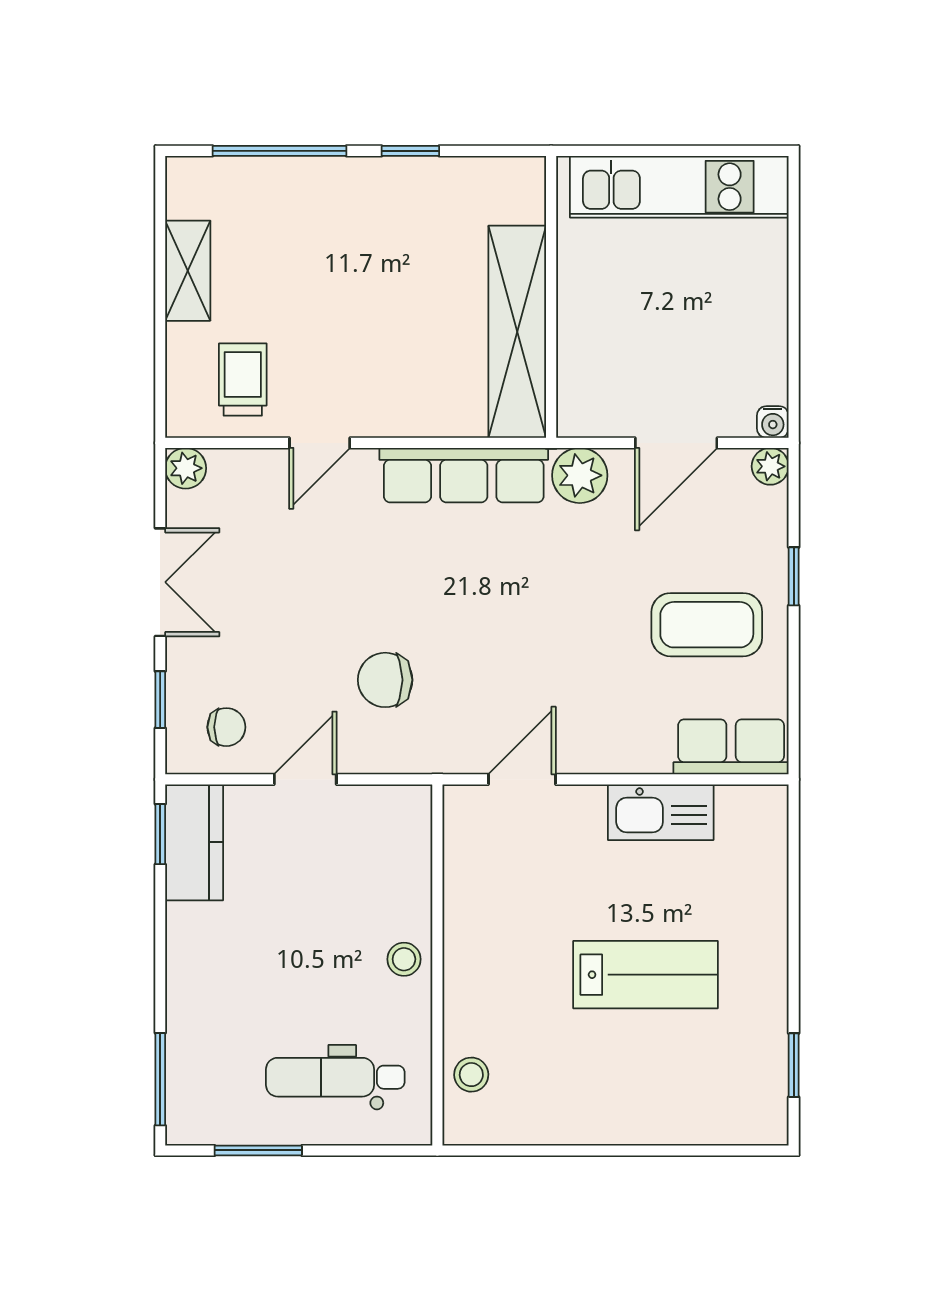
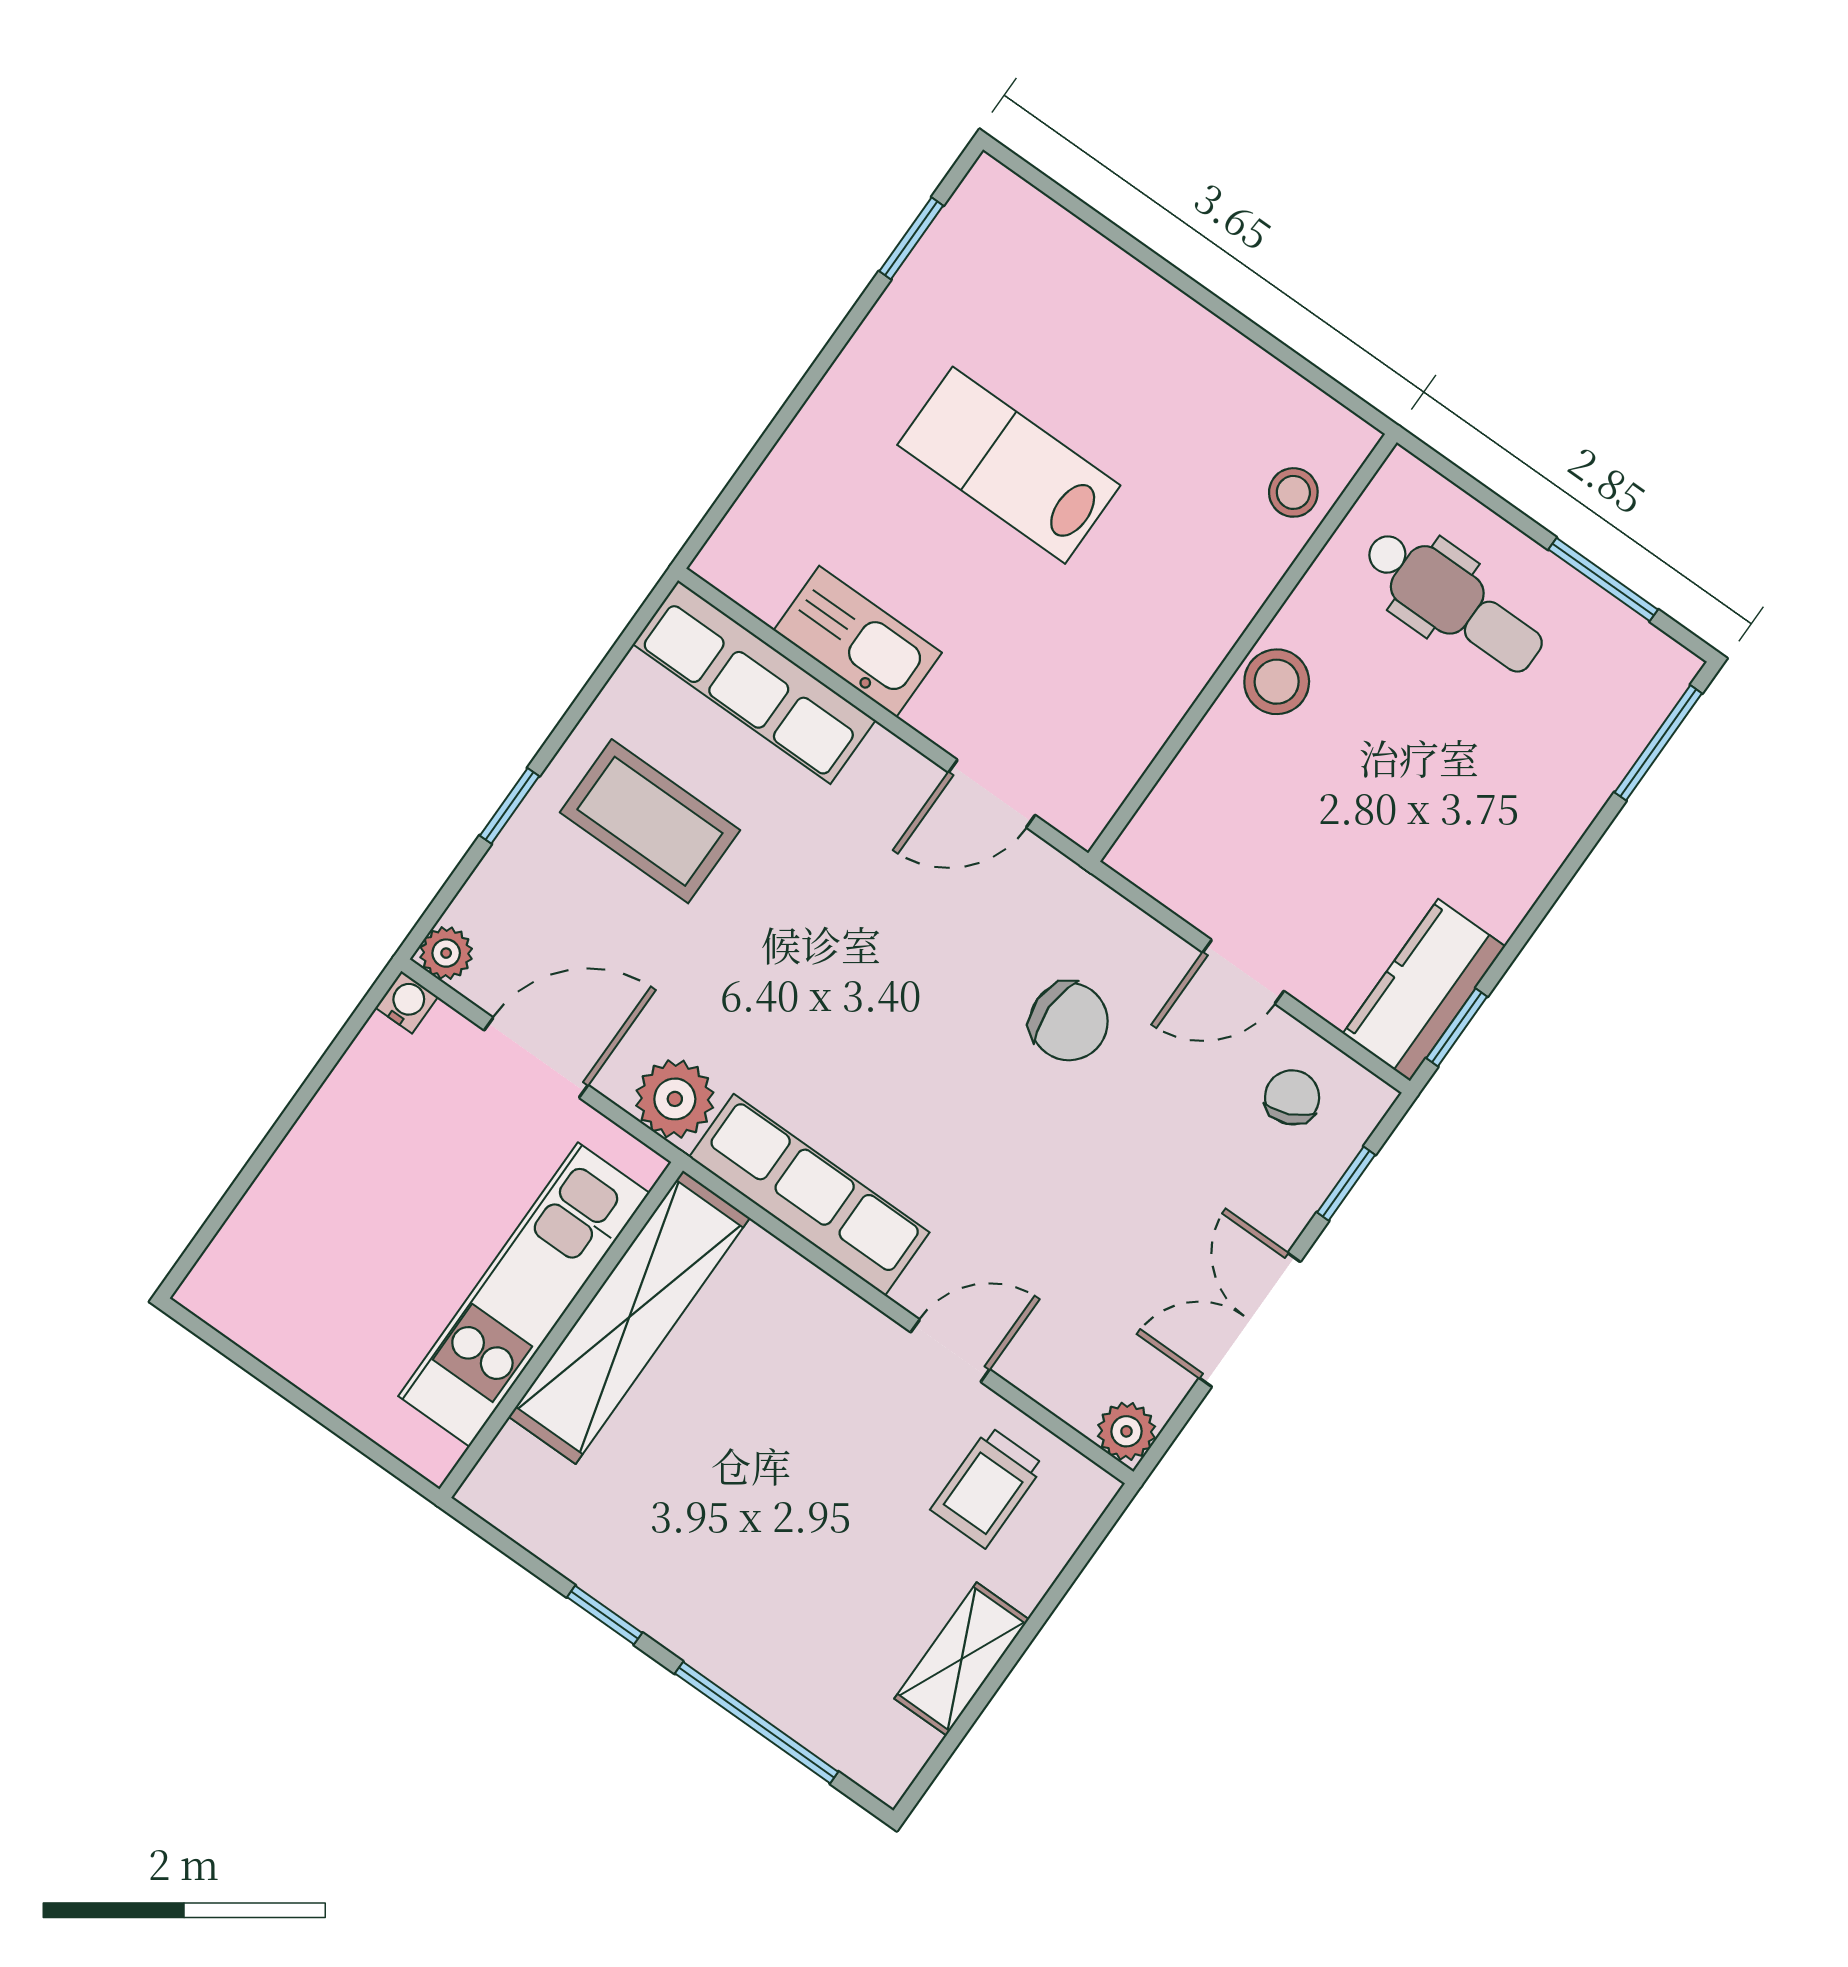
kitchen unit: (679, 187) -> (524, 1295), moved, turned -90
chair: (226, 727) -> (1292, 1097), turned 66
row of seats: (731, 747) -> (754, 682), width x1.48
stool: (404, 959) -> (1277, 682), width x1.37, depth x1.37

